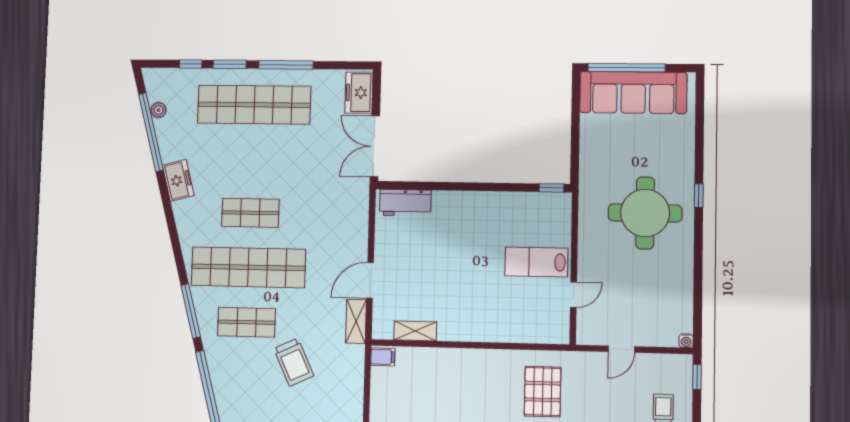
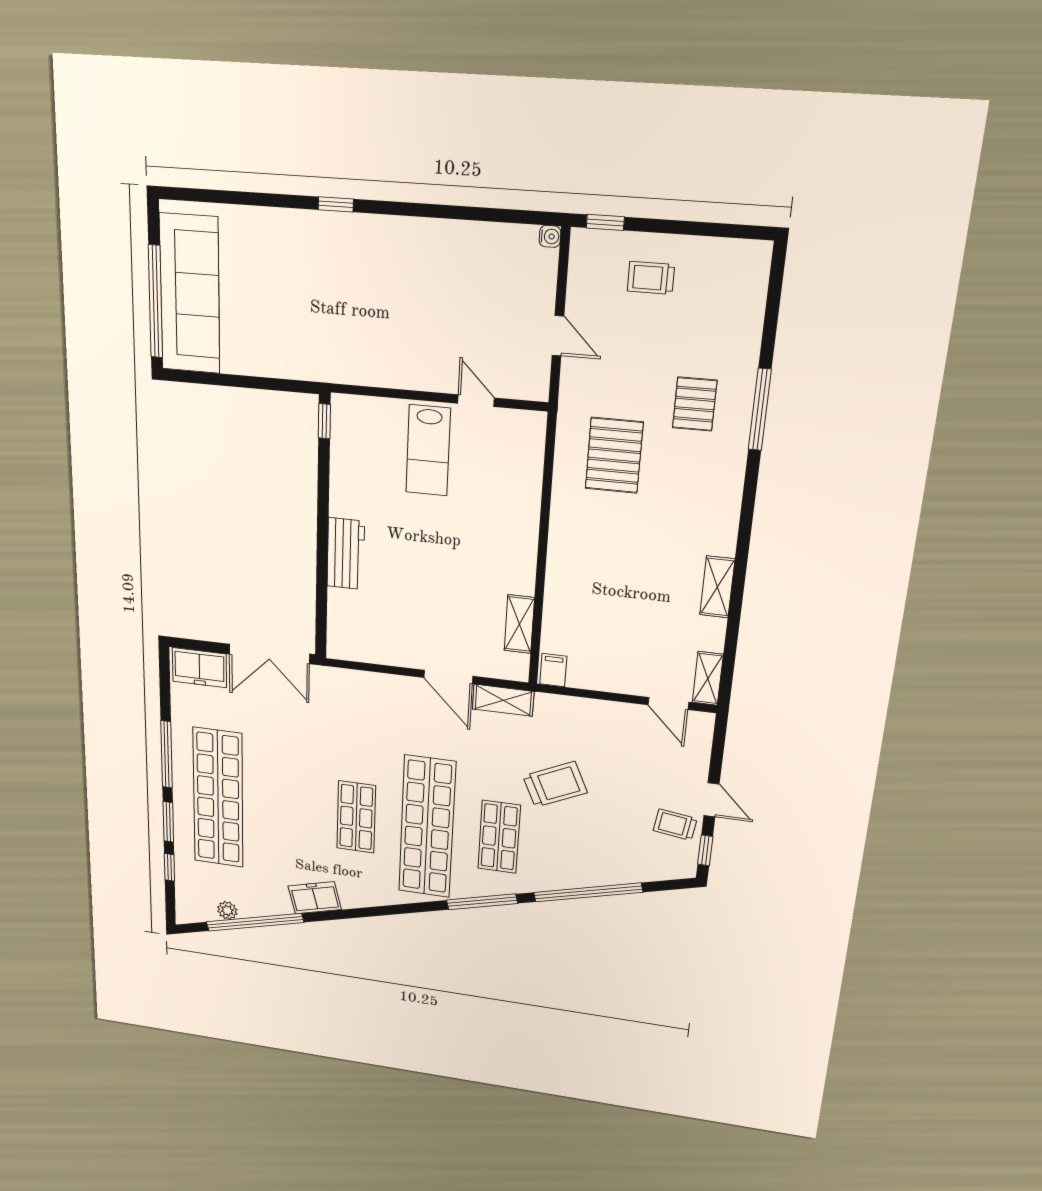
workbench: (405, 203) -> (346, 554), moved
round table: (645, 213) -> (360, 287), removed
pallet: (543, 392) -> (614, 455), turned 90

